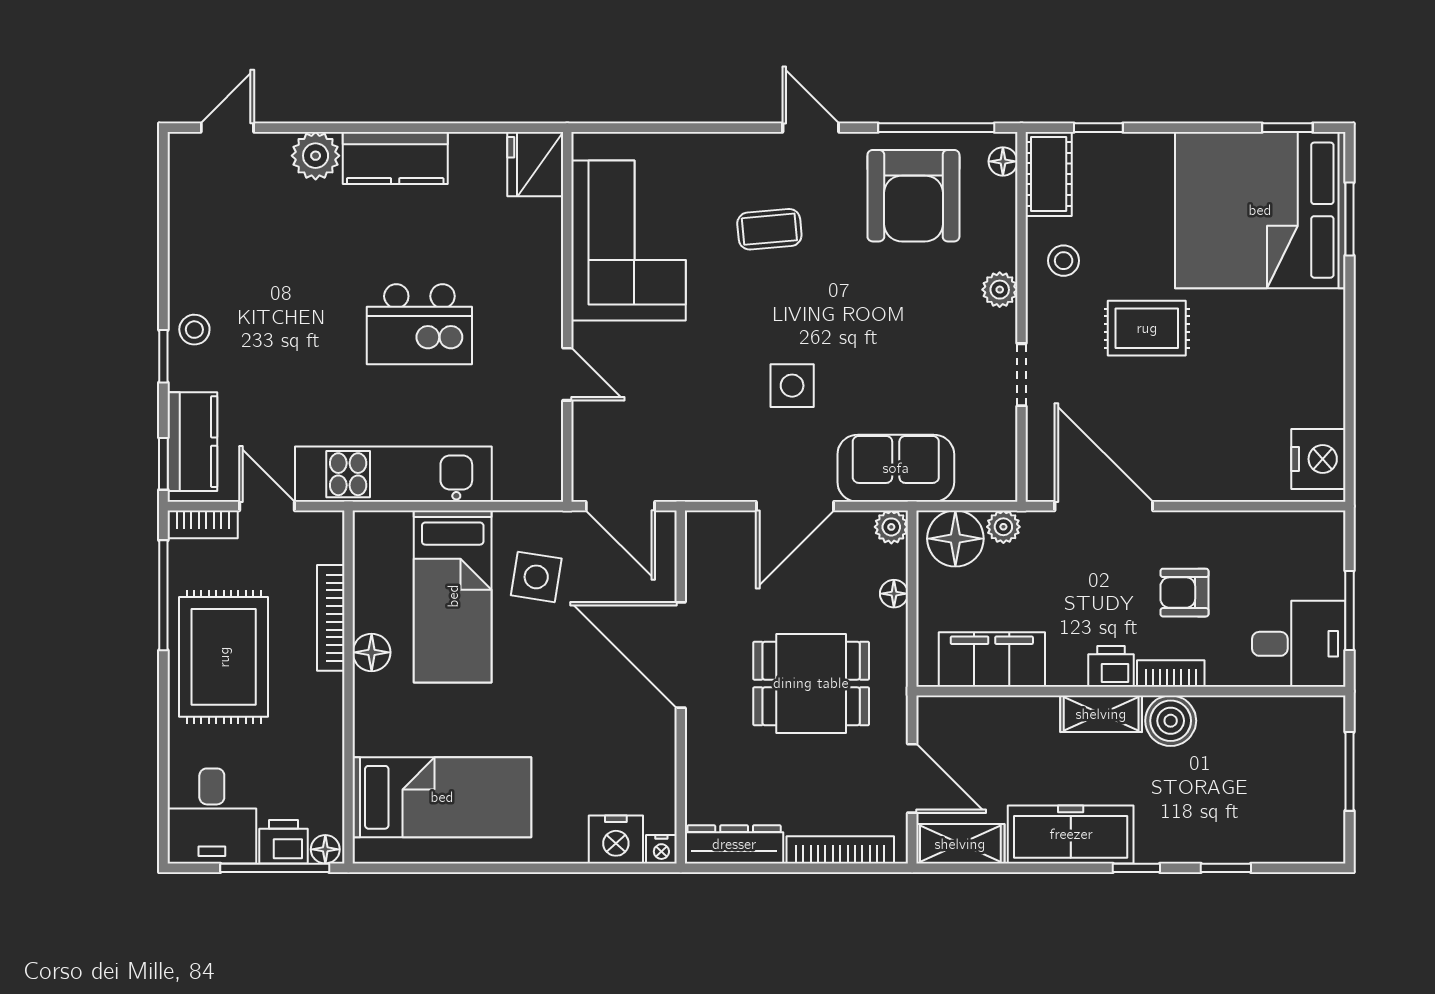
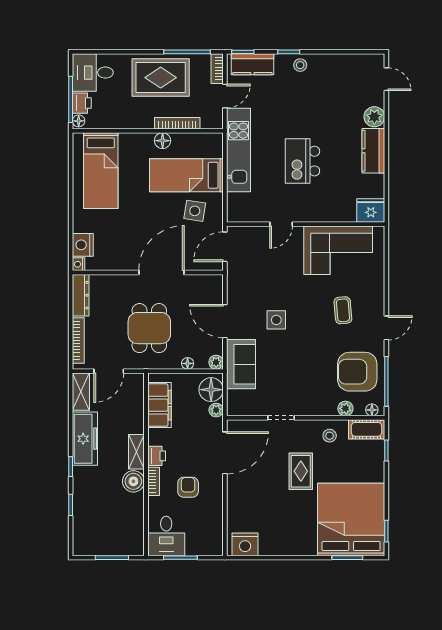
plant: (1000, 290) -> (345, 408), moved

